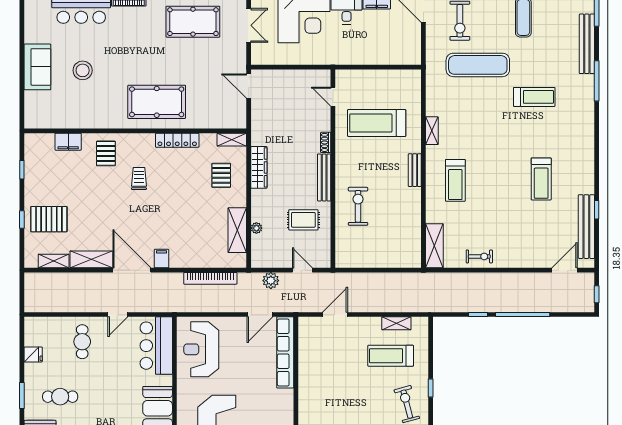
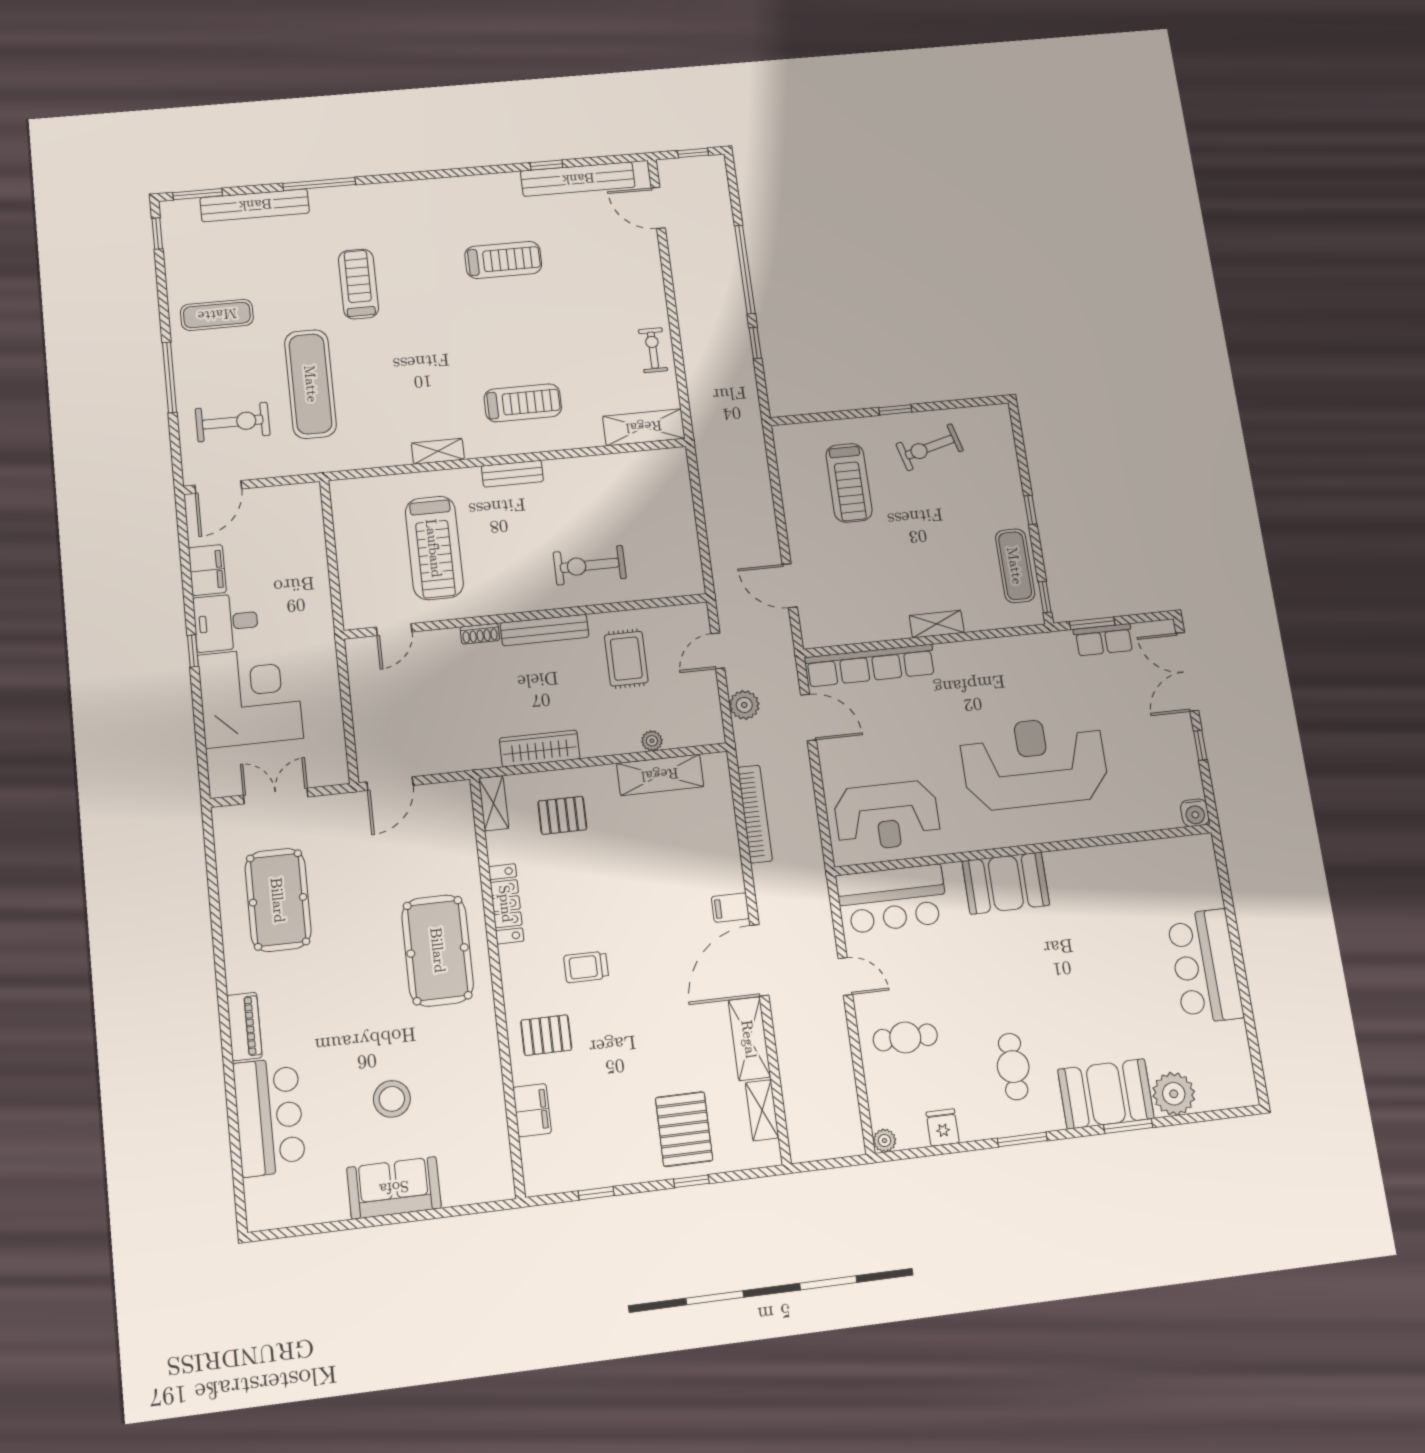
plant: (30, 323) -> (884, 1141), added
shelving: (396, 323) -> (937, 624), moved, turned 90

